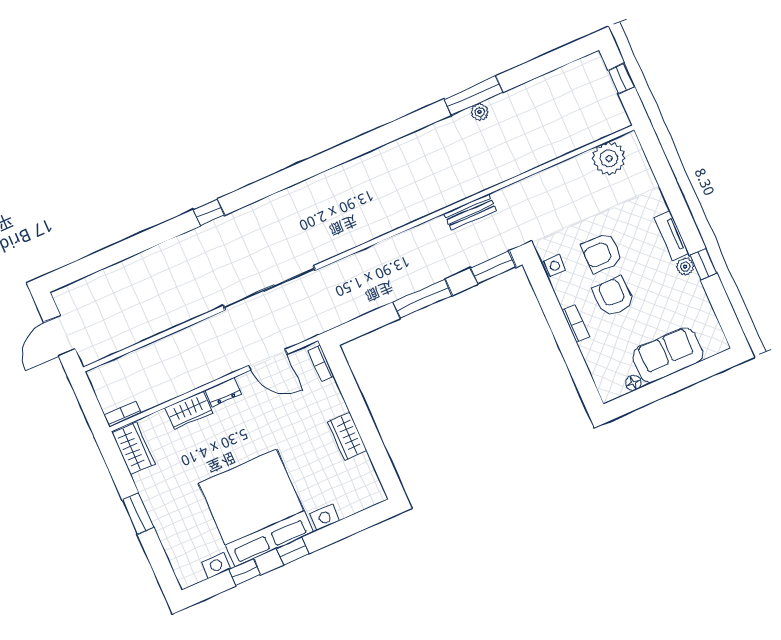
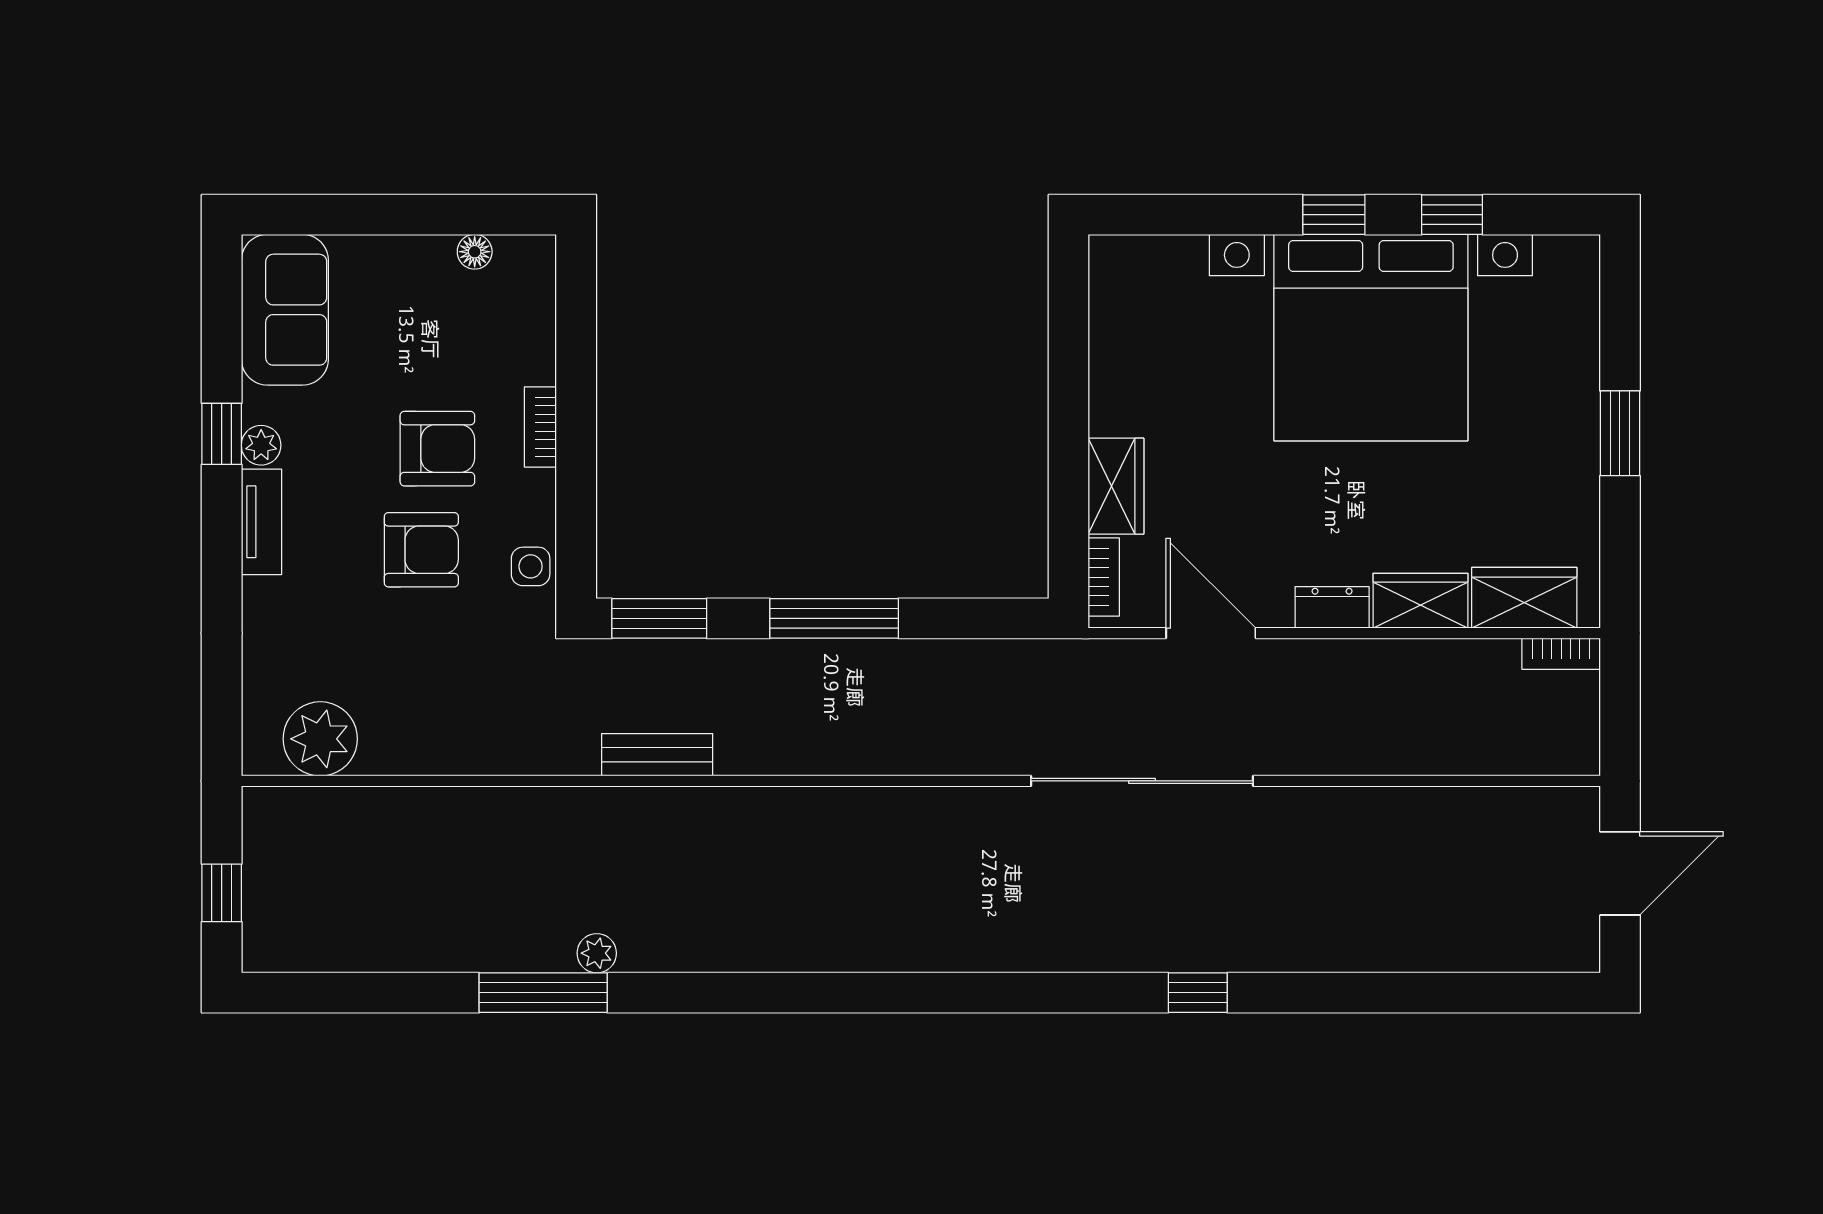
plant: (480, 112) -> (597, 953), moved
armchair: (613, 297) -> (437, 449), turned -90
sofa: (668, 355) -> (285, 310), moved, turned -90
wardrobe: (347, 436) -> (1116, 486), moved
wardrobe: (133, 448) -> (1524, 598), moved, turned 90

